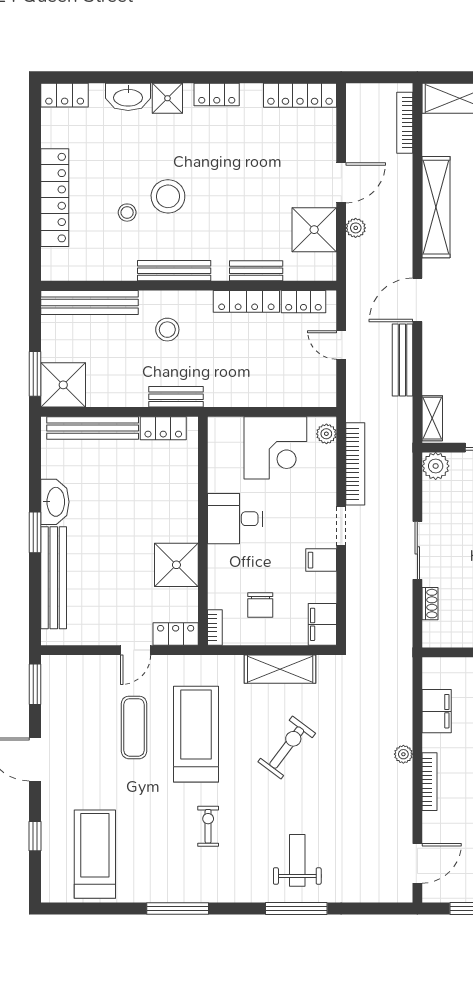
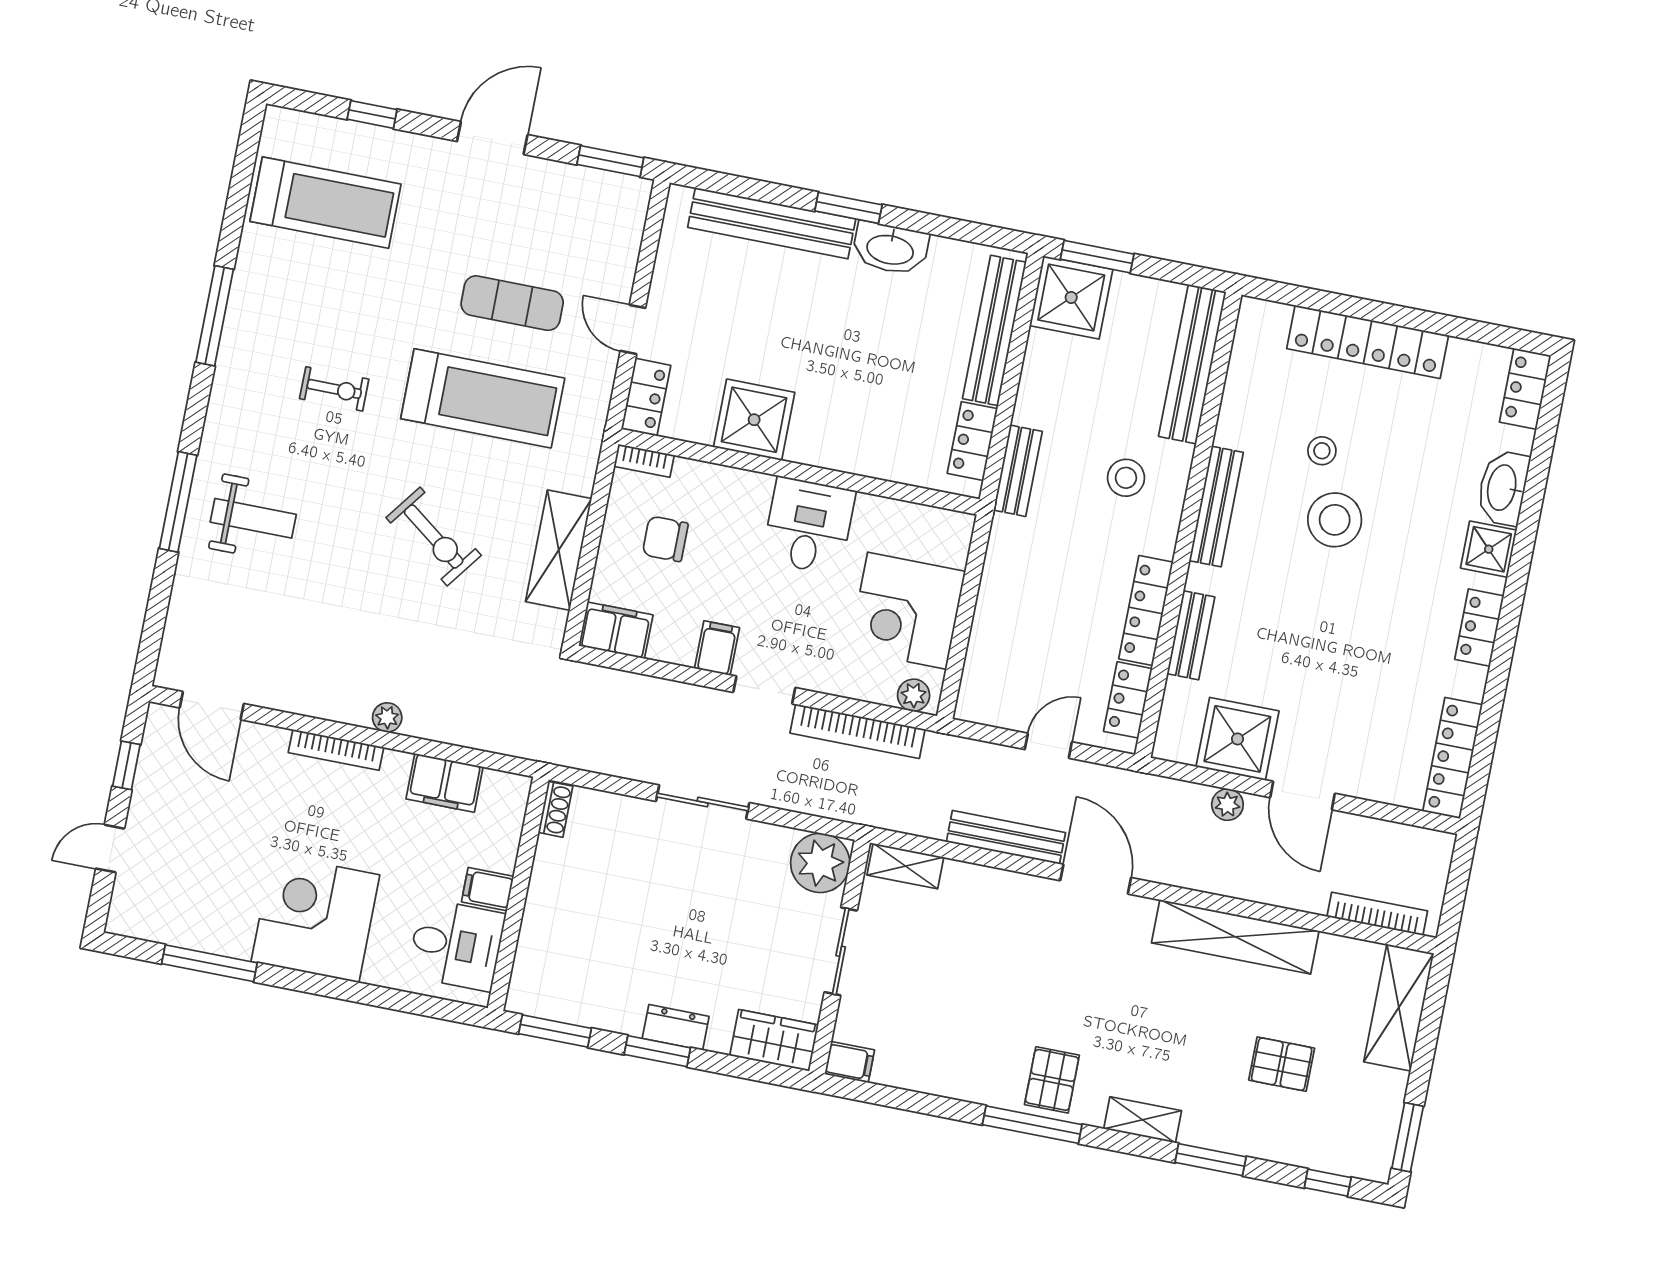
plant: (436, 466) -> (820, 863), width x1.36, depth x1.36
shoe rack: (430, 604) -> (556, 809), moved, turned -90

